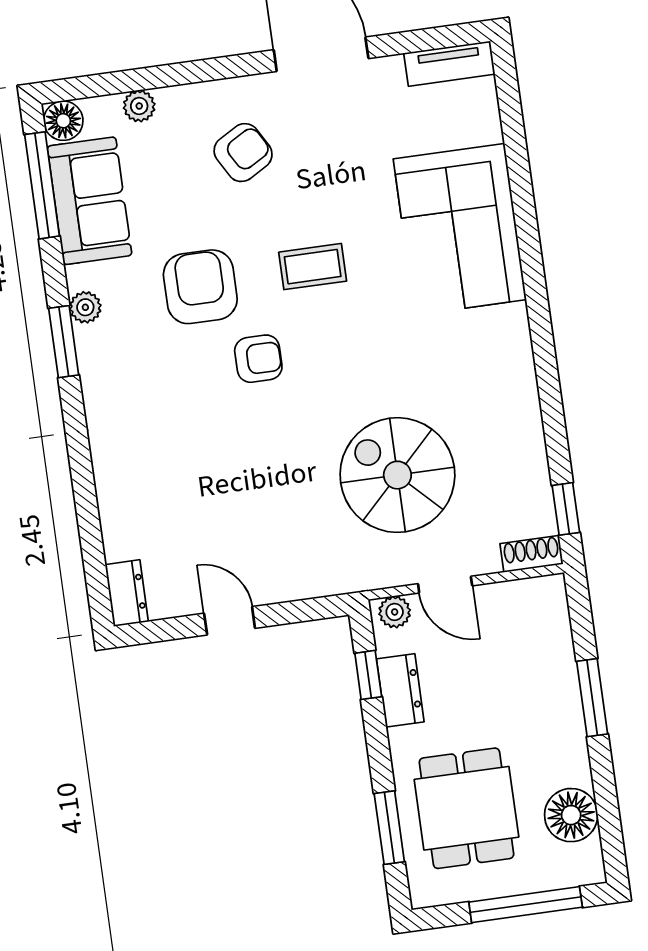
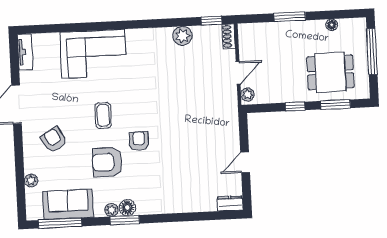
floor lamp: (63, 121) -> (127, 208), moved
plant: (523, 442) -> (182, 36), added
spiral stairs: (397, 475) -> (191, 88), removed
window: (368, 675) -> (295, 106), moved
dresser: (400, 690) -> (280, 95), removed
floor lamp: (571, 815) -> (332, 25), width x0.53, depth x0.53

